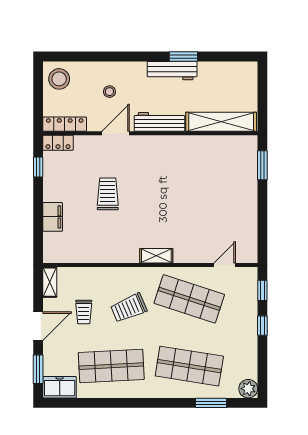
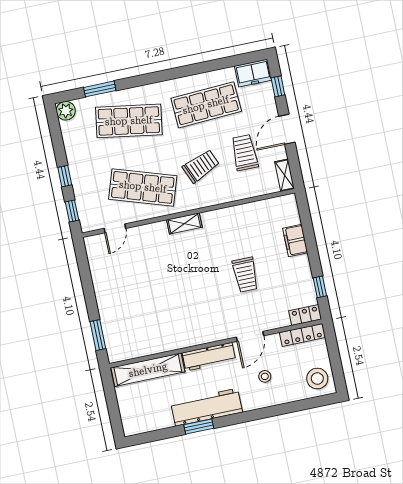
workbench: (172, 71) -> (206, 407), width x1.36, depth x1.32
trolley: (84, 312) -> (245, 153), width x1.36, depth x1.39
window: (38, 369) -> (278, 86), width x0.67

